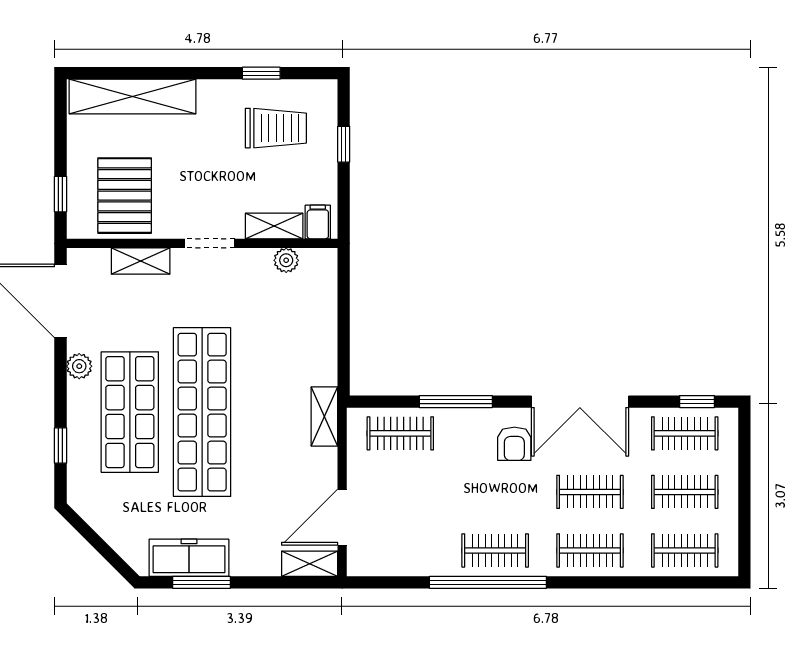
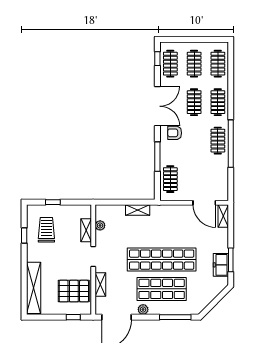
filing cabinet: (318, 222) -> (85, 213), removed
shelving: (324, 416) -> (138, 210), moved
armchair: (514, 444) -> (175, 133), turned 180
window: (60, 446) -> (175, 317), width x2.17
freezer: (189, 558) -> (221, 265), width x0.71

